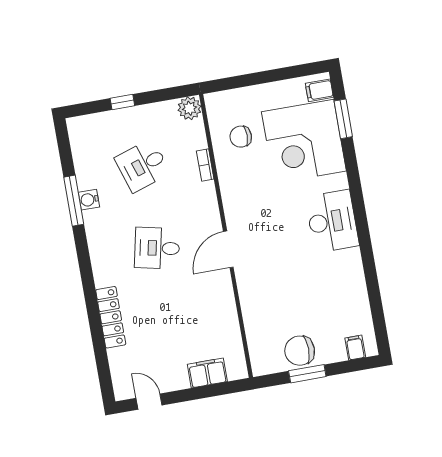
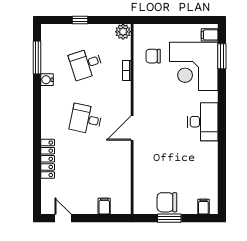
window: (74, 201) -> (37, 57), moved
filing cabinet: (207, 373) -> (104, 206), width x0.50

